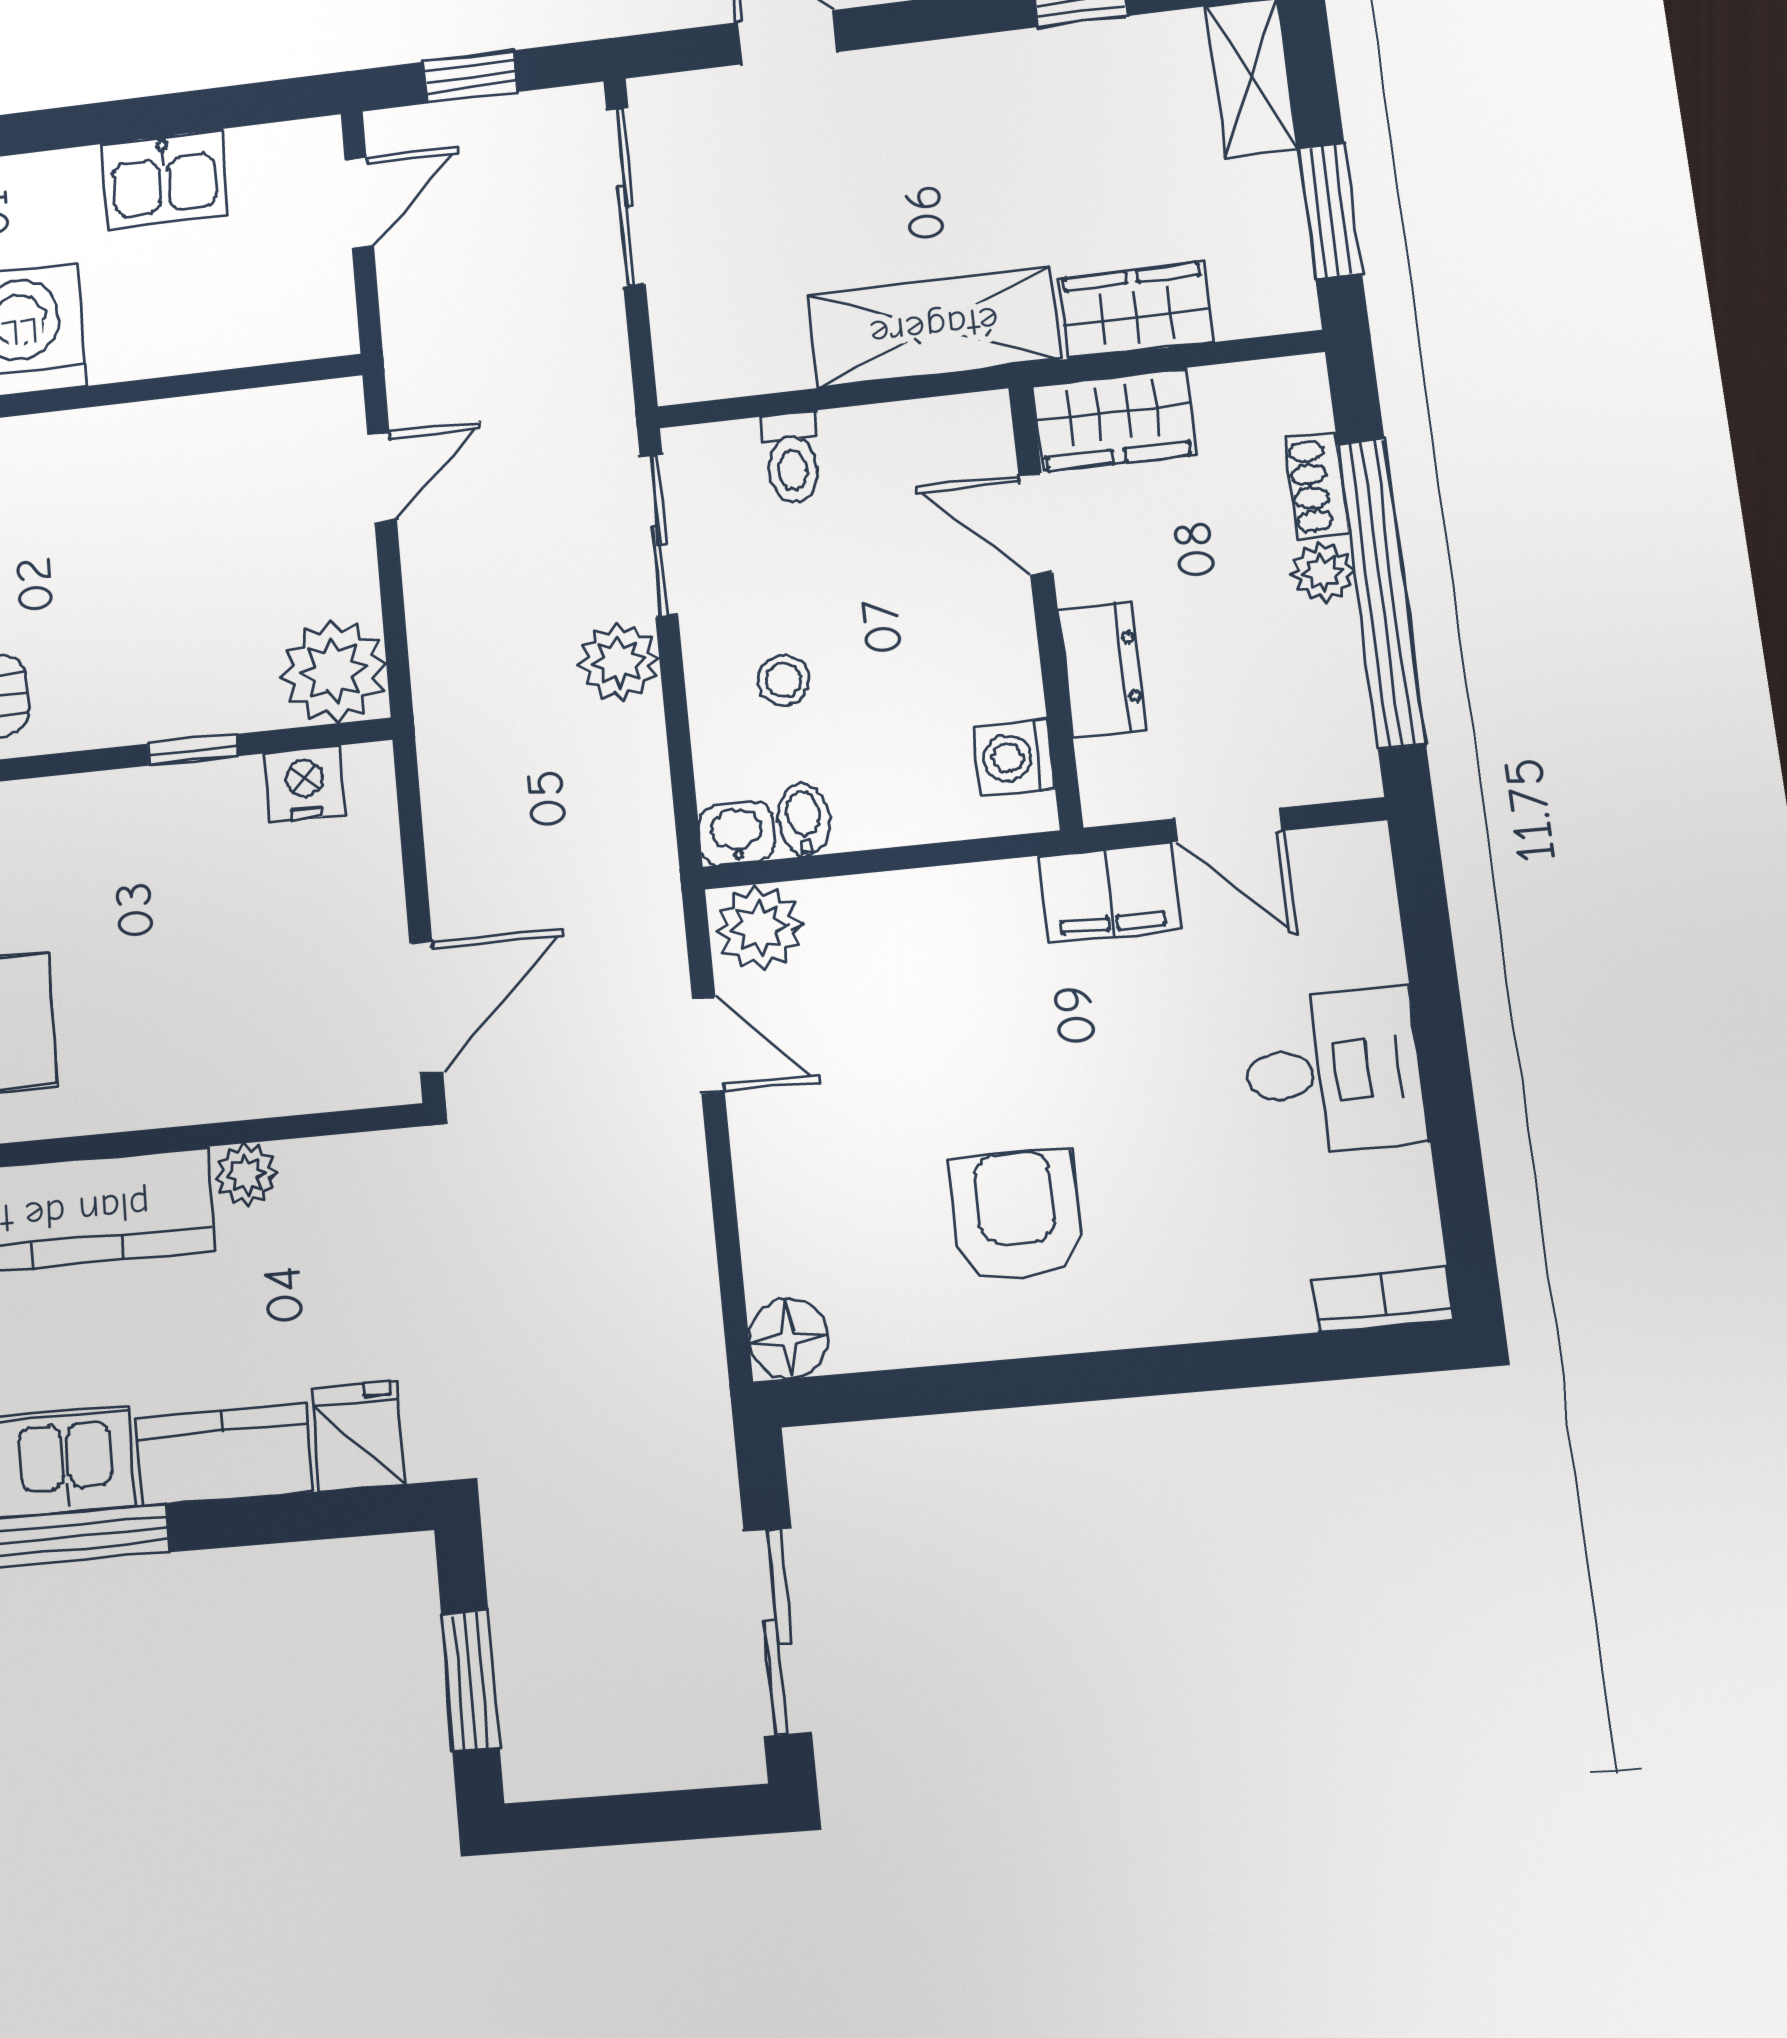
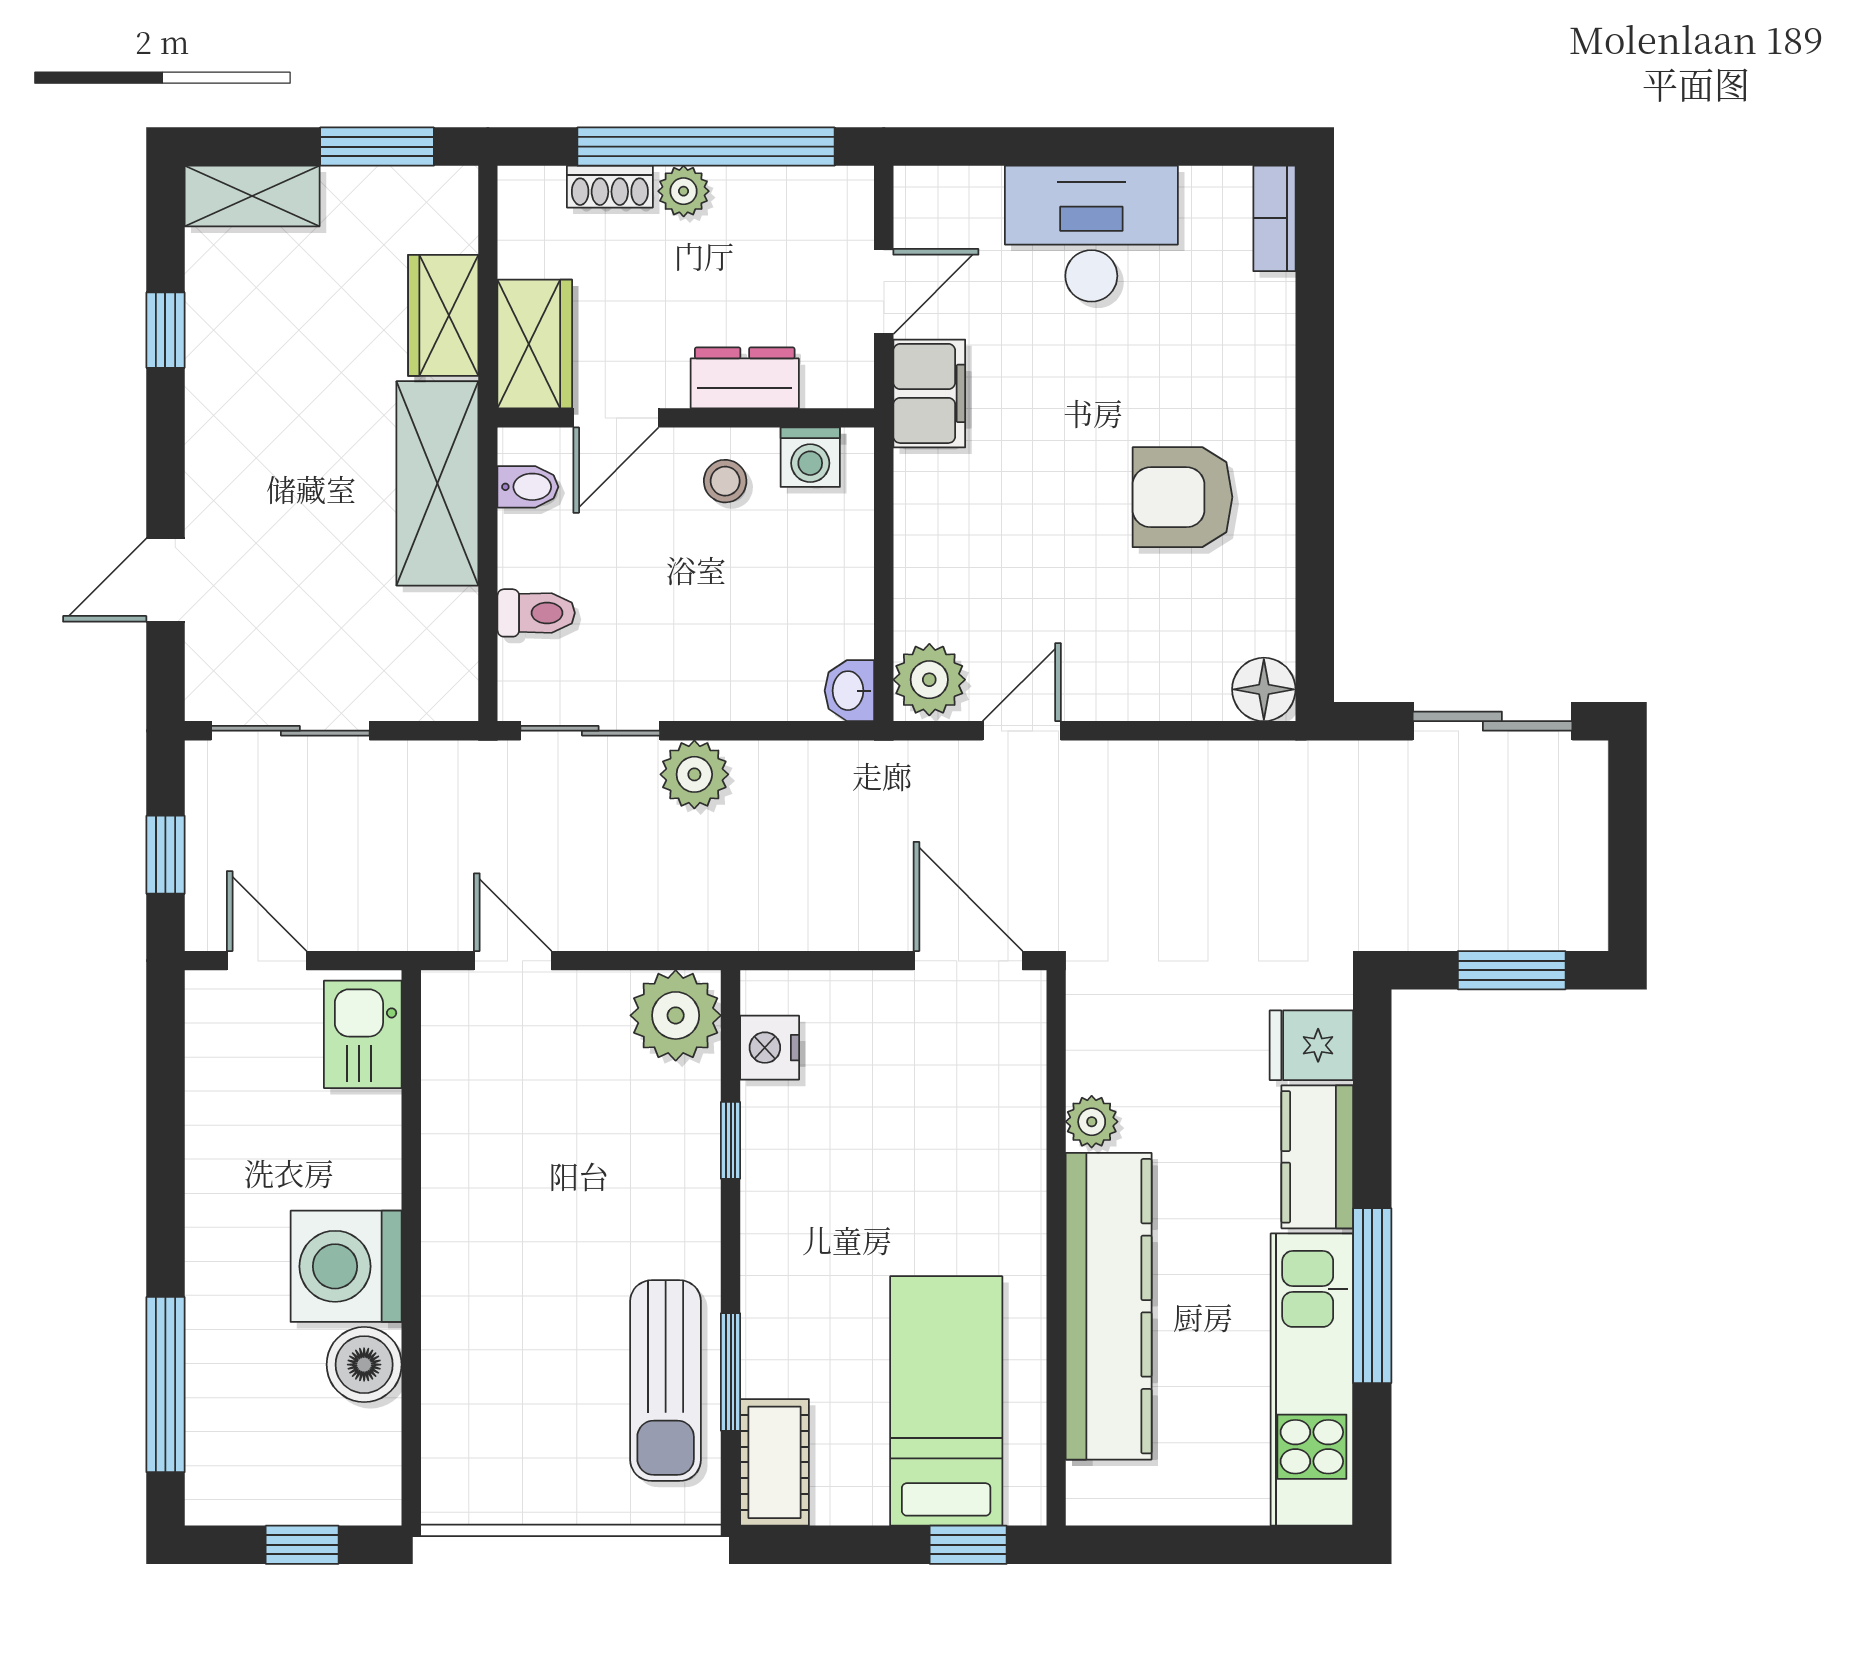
kitchen sink: (164, 179) -> (363, 1034), moved, turned 180
stool: (783, 680) -> (725, 481), moved
bidet: (804, 820) -> (528, 487), moved, turned 180
desk: (1334, 1071) -> (1091, 234), width x1.37

